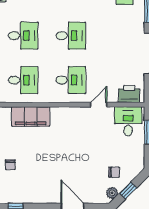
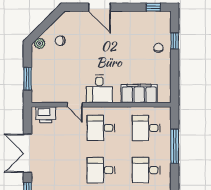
door: (99, 105) -> (75, 105), hinge flipped
desk: (128, 121) -> (99, 89), moved
window: (128, 190) -> (47, 23), removed
plant: (112, 193) -> (40, 43), moved

